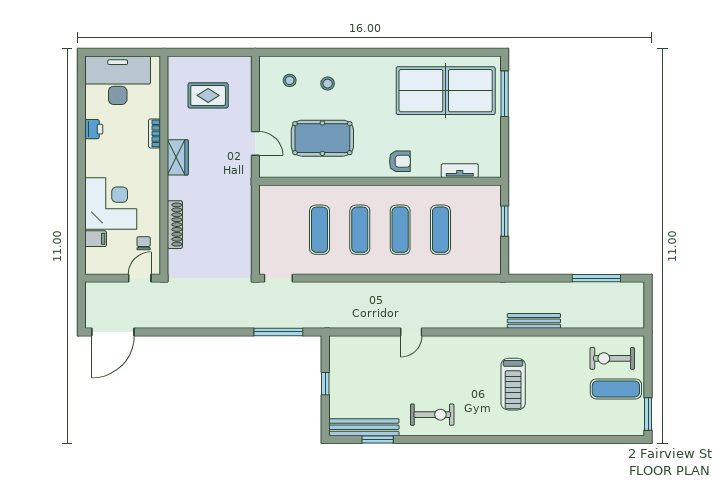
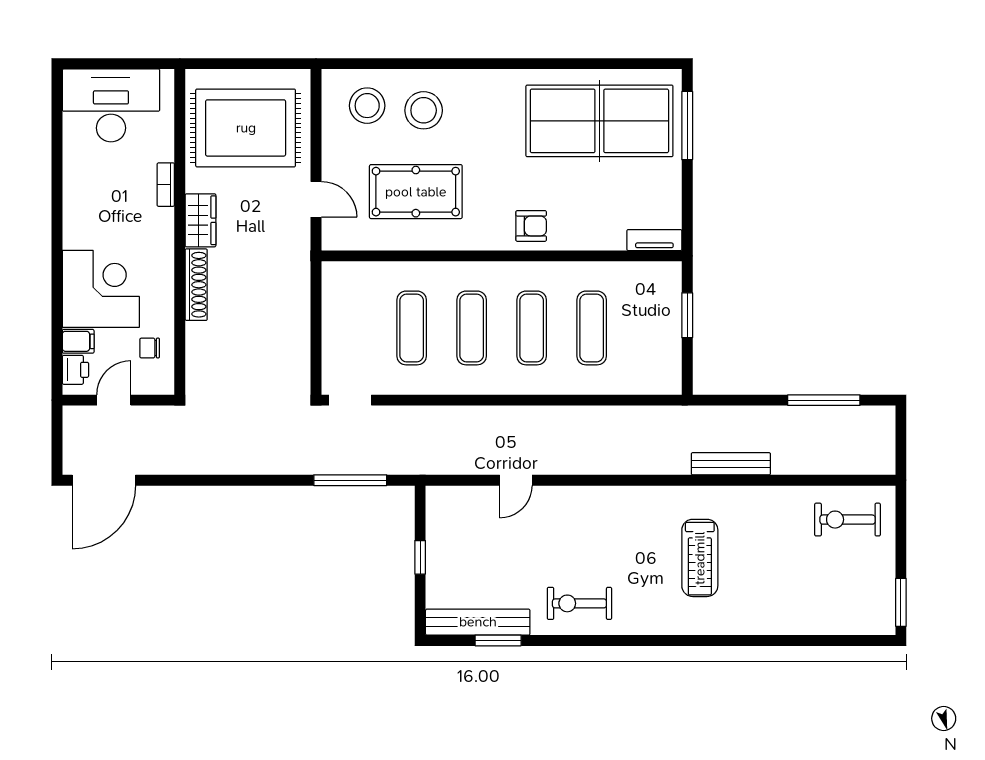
stool: (290, 80) -> (367, 106), width x1.89, depth x1.89
stool: (328, 84) -> (424, 110), width x1.89, depth x1.89
rug: (208, 95) -> (246, 128), width x1.86, depth x2.06
printer: (94, 129) -> (75, 370), moved
tv unit: (460, 171) -> (654, 240), moved
shoe rack: (175, 225) -> (196, 285), moved
chair: (144, 243) -> (150, 348), turned -90
door: (140, 278) -> (114, 400), moved
door: (411, 332) -> (516, 480), moved
exercise mat: (616, 389) -> (853, 565), removed
exercise bike: (432, 415) -> (579, 603), turned 180

